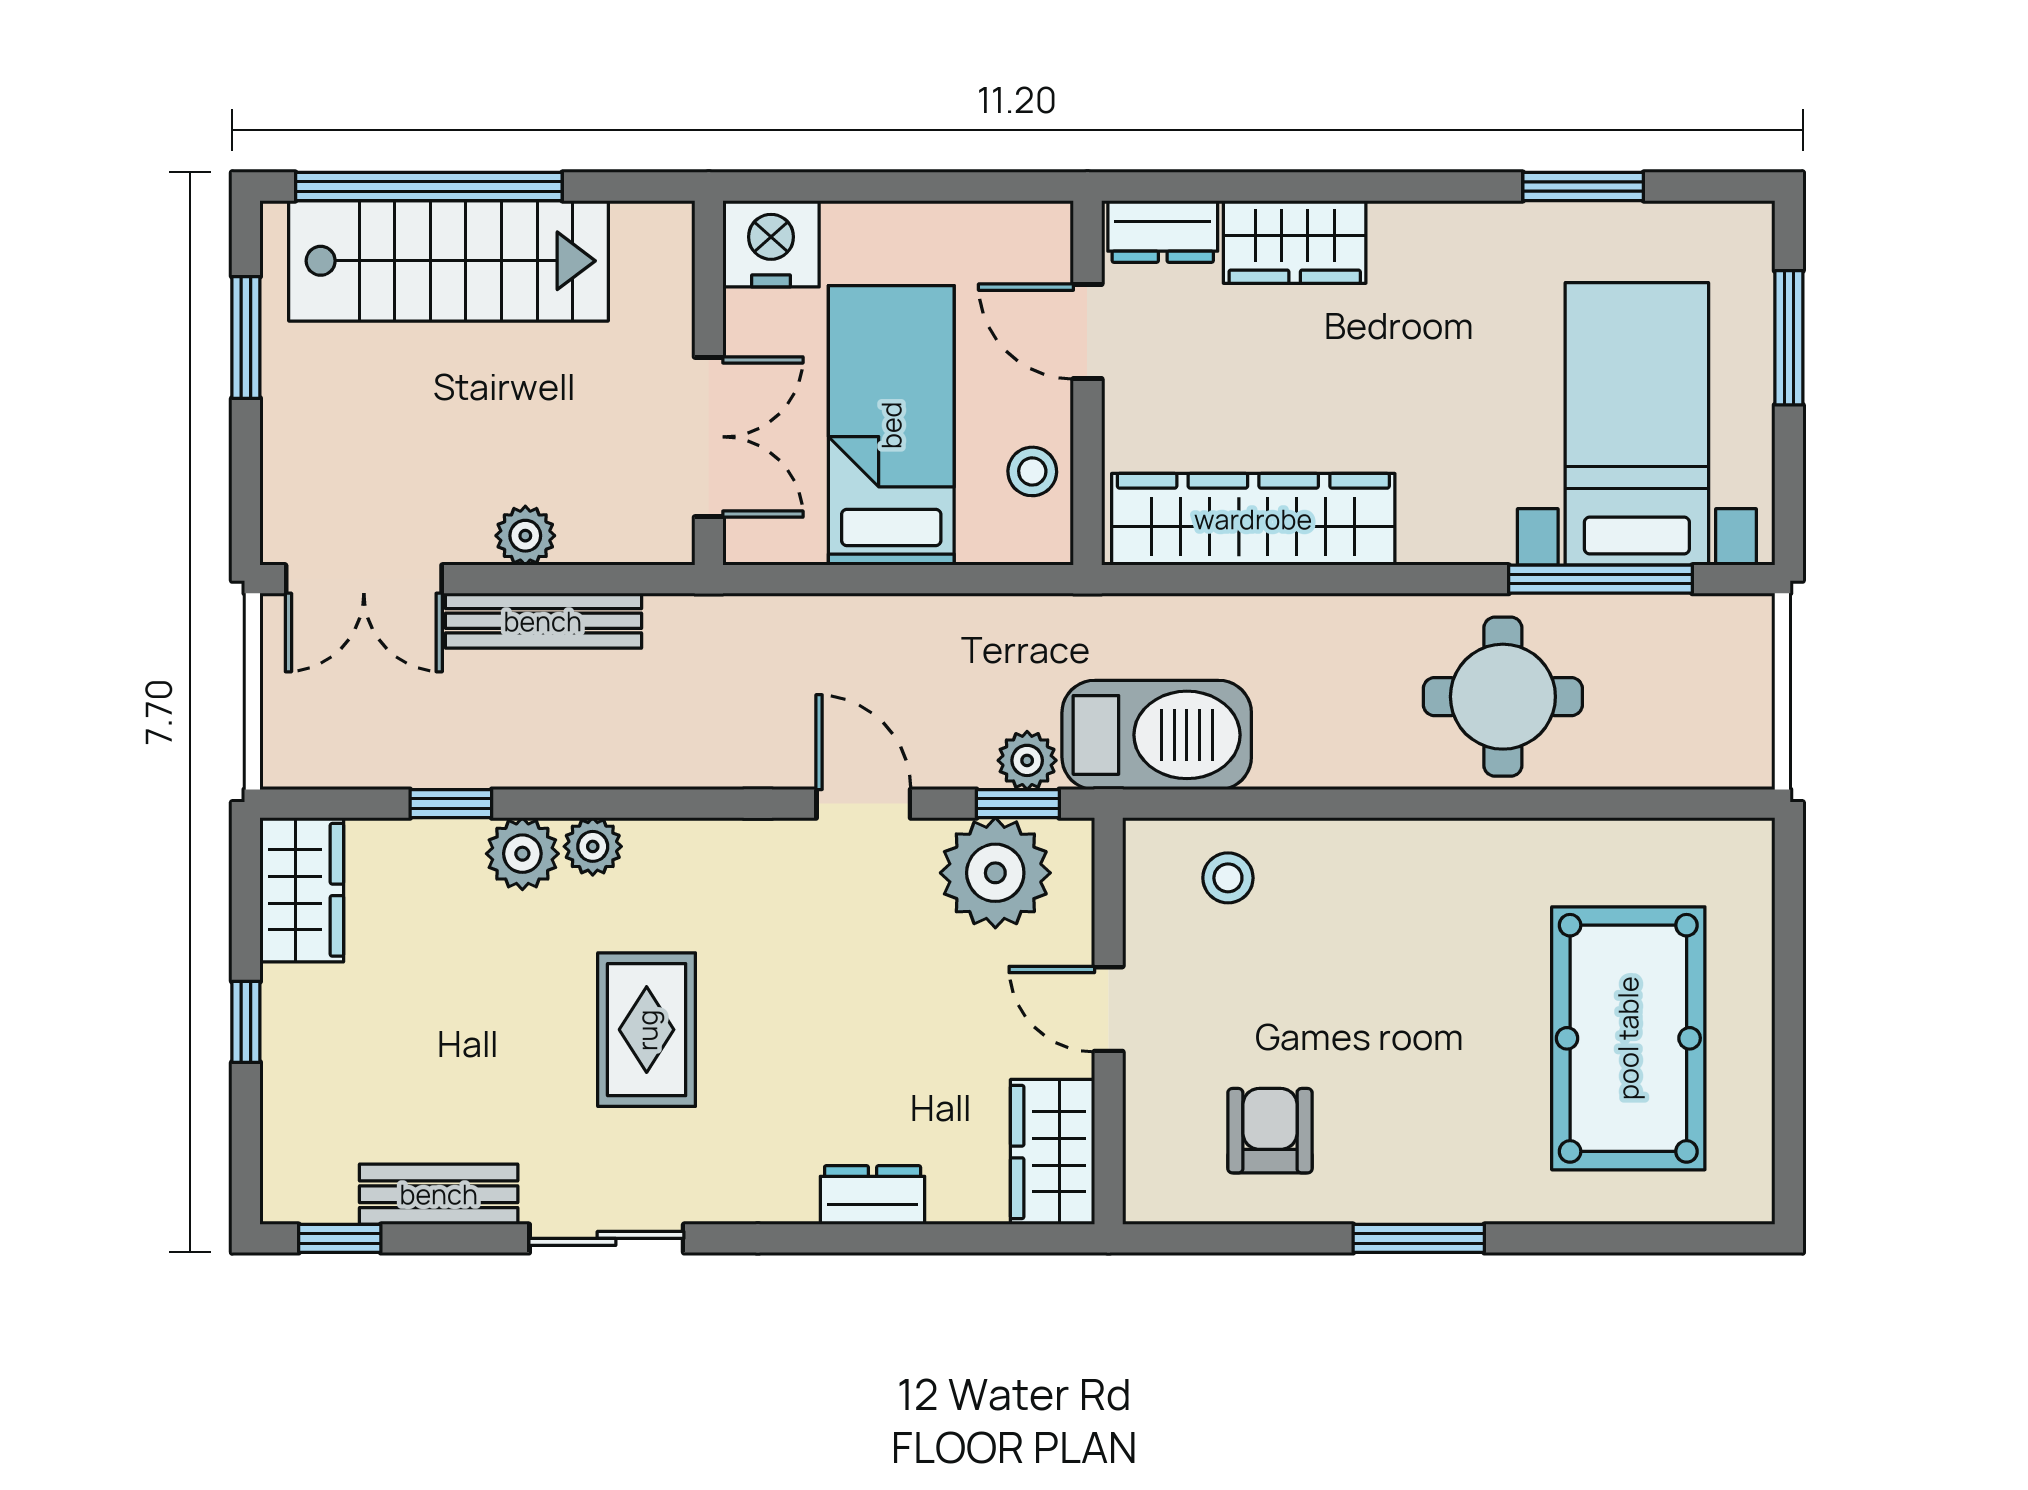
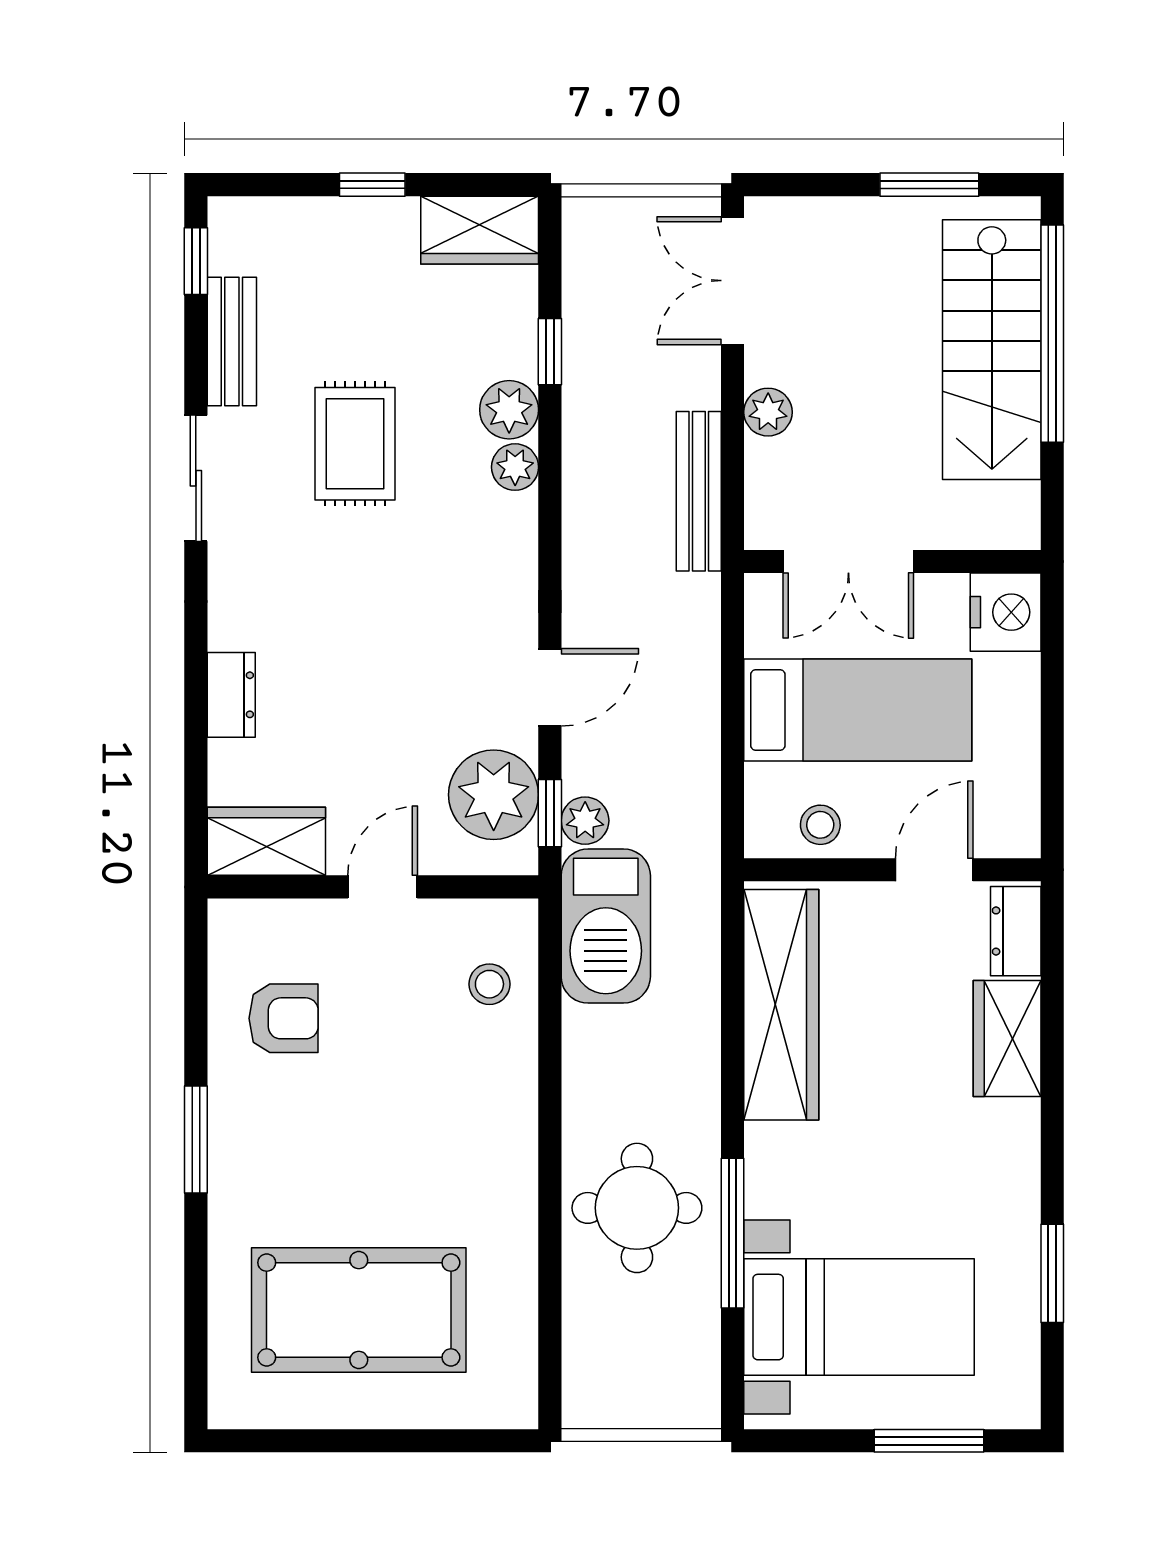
window: (1600, 579) -> (733, 1233), moved
bench: (543, 621) -> (699, 491), moved
rug: (647, 1030) -> (355, 444), moved, turned 90

